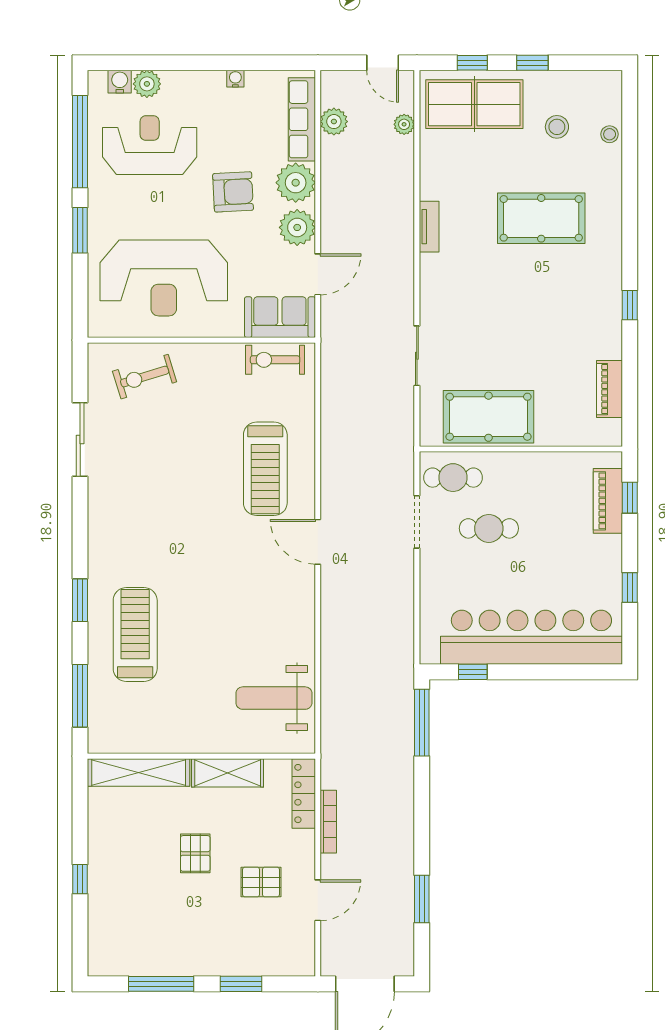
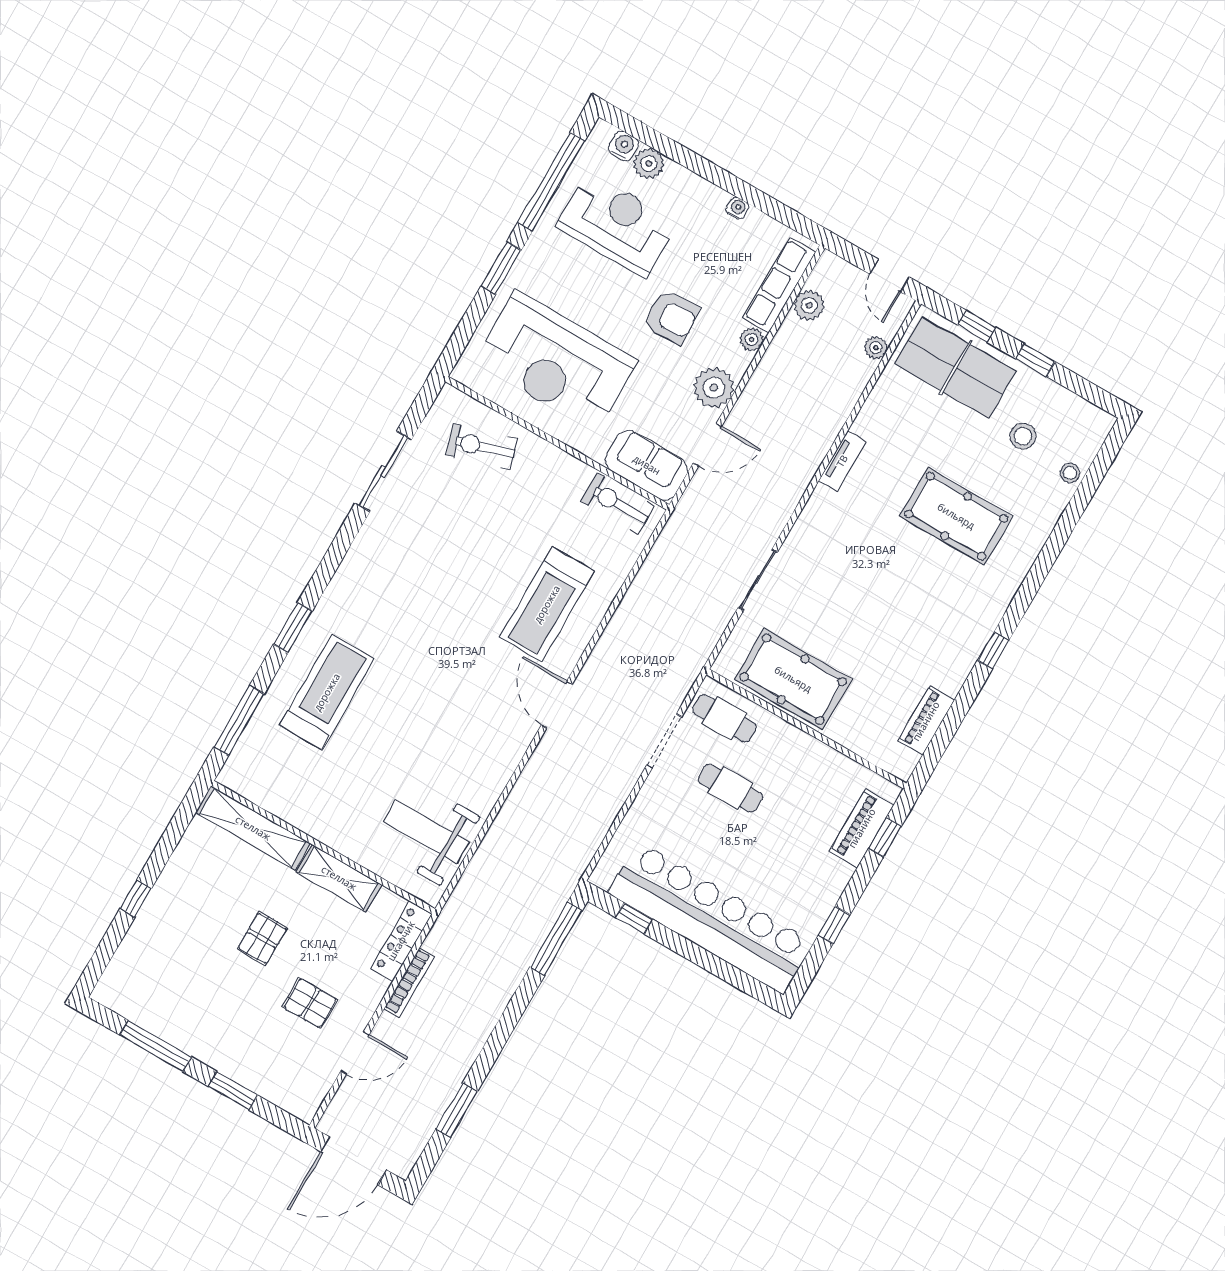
plant: (296, 183) -> (752, 339), width x0.53, depth x0.53

